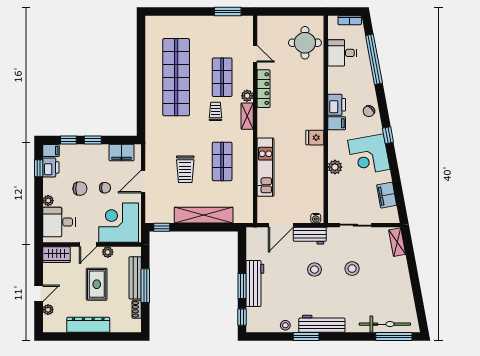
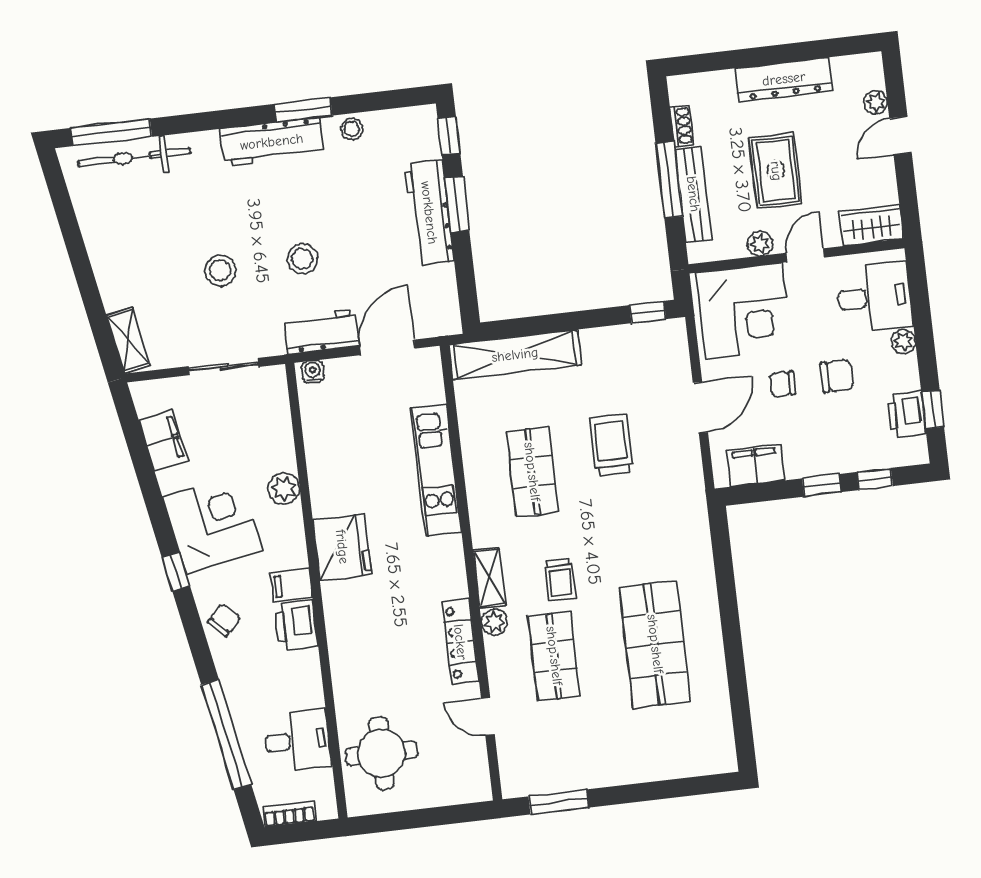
shop shelf: (176, 77) -> (655, 644), width x0.71
fridge: (315, 138) -> (342, 547), width x1.88, depth x1.34
filing cabinet: (51, 151) -> (910, 452), removed
chair: (80, 189) -> (837, 376), turned 180
shelving: (204, 215) -> (515, 355), moved

